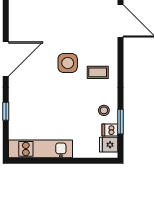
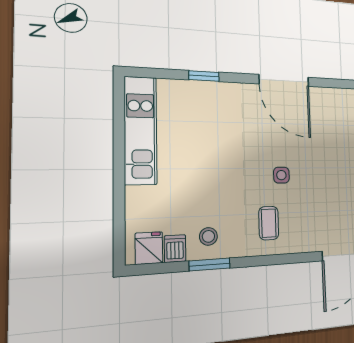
side table: (68, 63) -> (281, 175), width x0.54, depth x0.54
window: (120, 122) -> (210, 264), moved

